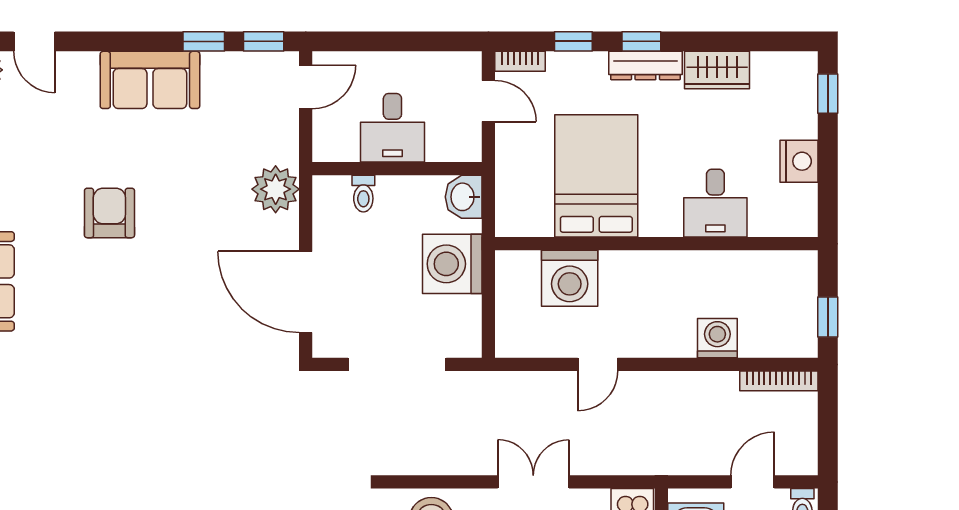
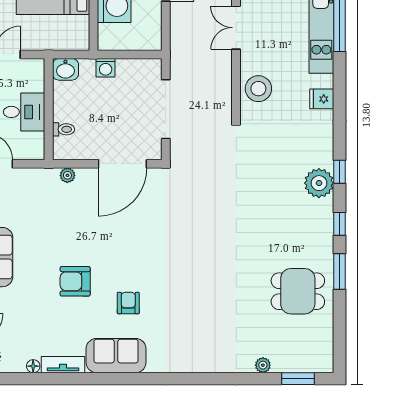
plant: (276, 189) -> (67, 175), width x0.53, depth x0.53
washing machine: (452, 264) -> (106, 68), width x0.53, depth x0.53
armchair: (73, 302) -> (128, 303), added

